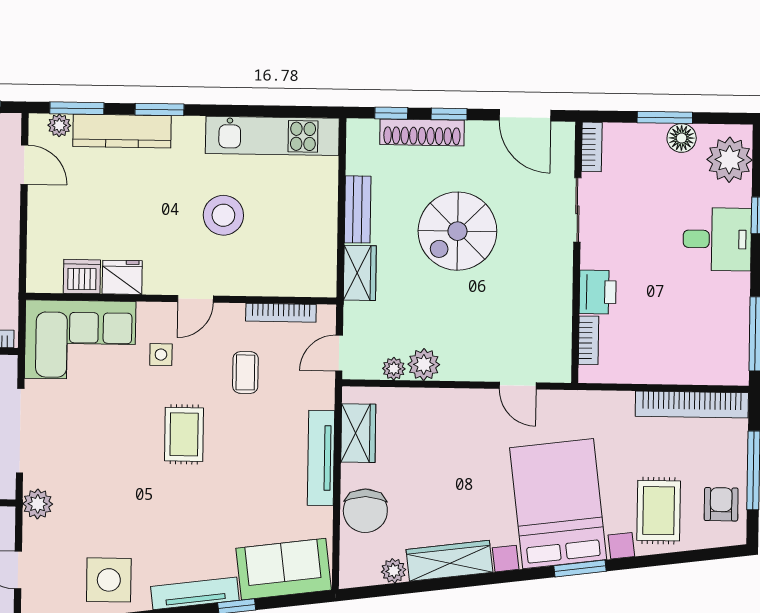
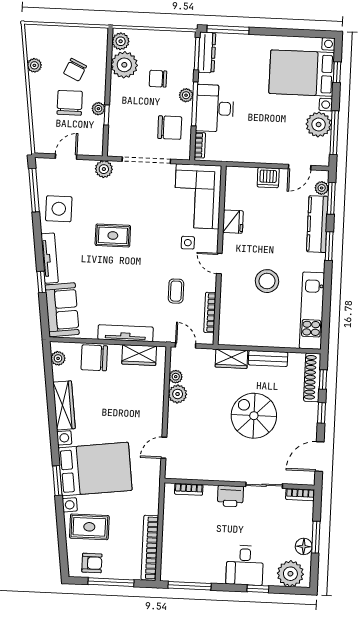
shoe rack: (422, 132) -> (312, 377), moved
dishwasher: (82, 277) -> (268, 178), moved, turned 90
printer: (598, 292) -> (230, 496), moved
coffee table: (245, 372) -> (176, 291), turned 90
rug: (184, 434) -> (113, 235), moved
plant: (394, 571) -> (58, 358), moved

